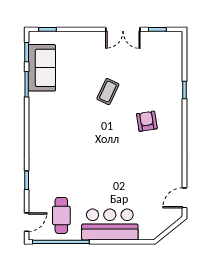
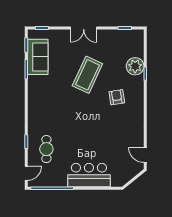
double door: (123, 29) -> (84, 28), moved
plant: (171, 80) -> (135, 66), added
coffee table: (108, 92) -> (87, 75), width x1.86, depth x1.72
door: (185, 198) -> (145, 155), hinge flipped
cafe table: (61, 215) -> (46, 149), moved

